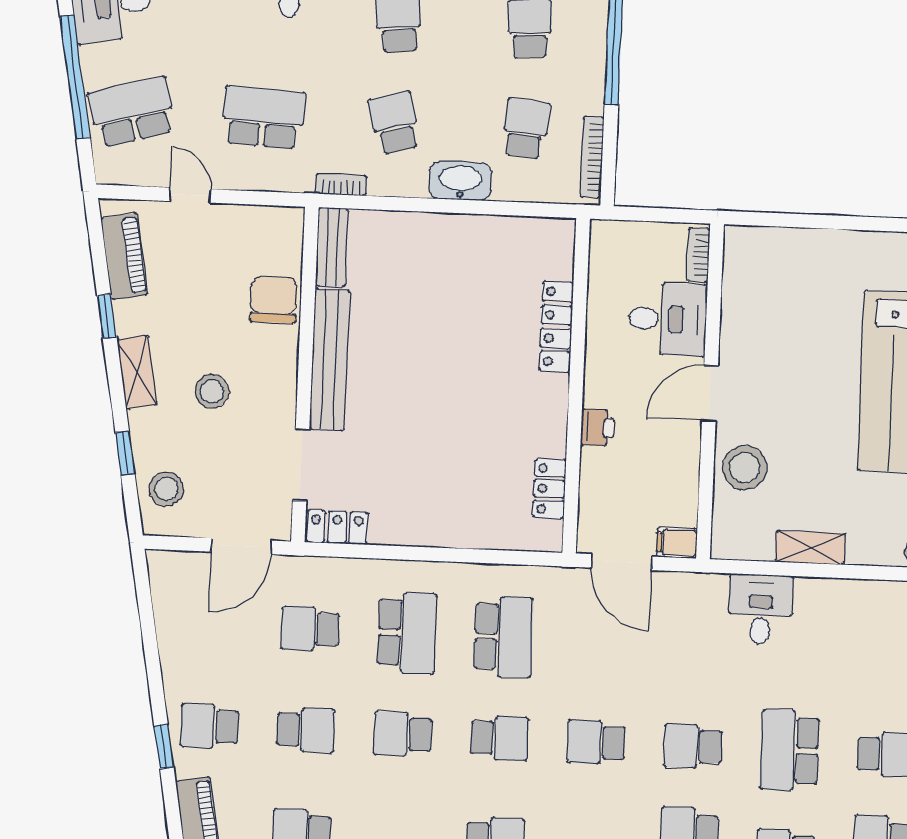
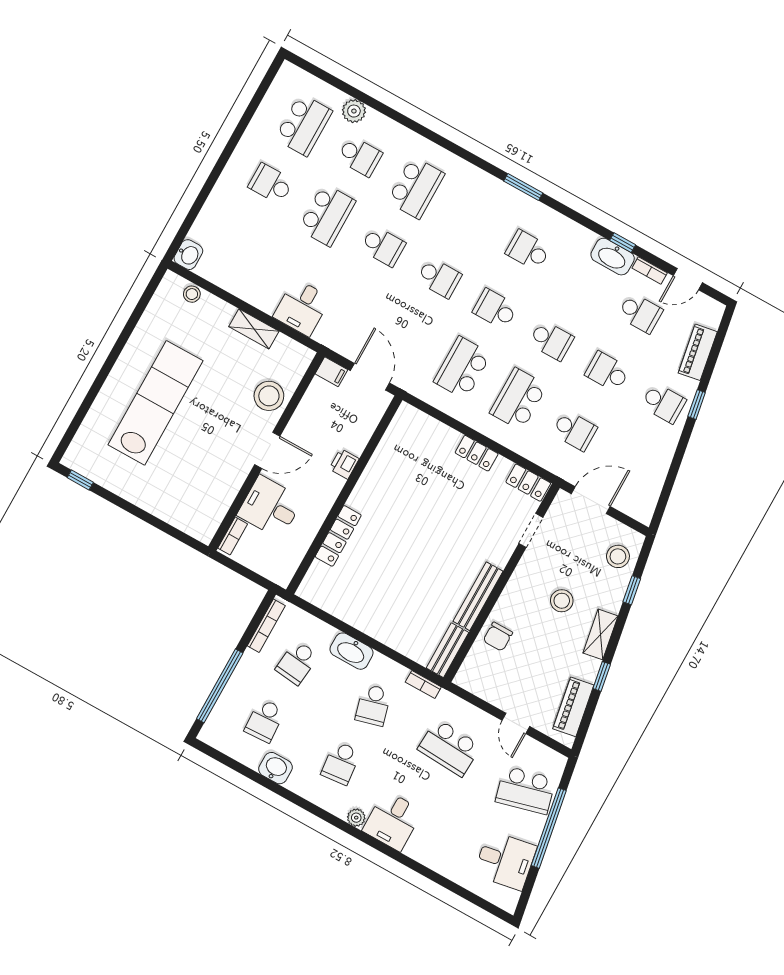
chair: (273, 300) -> (498, 637), width x0.73, depth x0.73
bench: (330, 359) -> (478, 596), width x0.73, depth x0.82
doorway: (301, 465) -> (531, 530), width x0.73
locker: (550, 489) -> (477, 453), moved, turned 90

